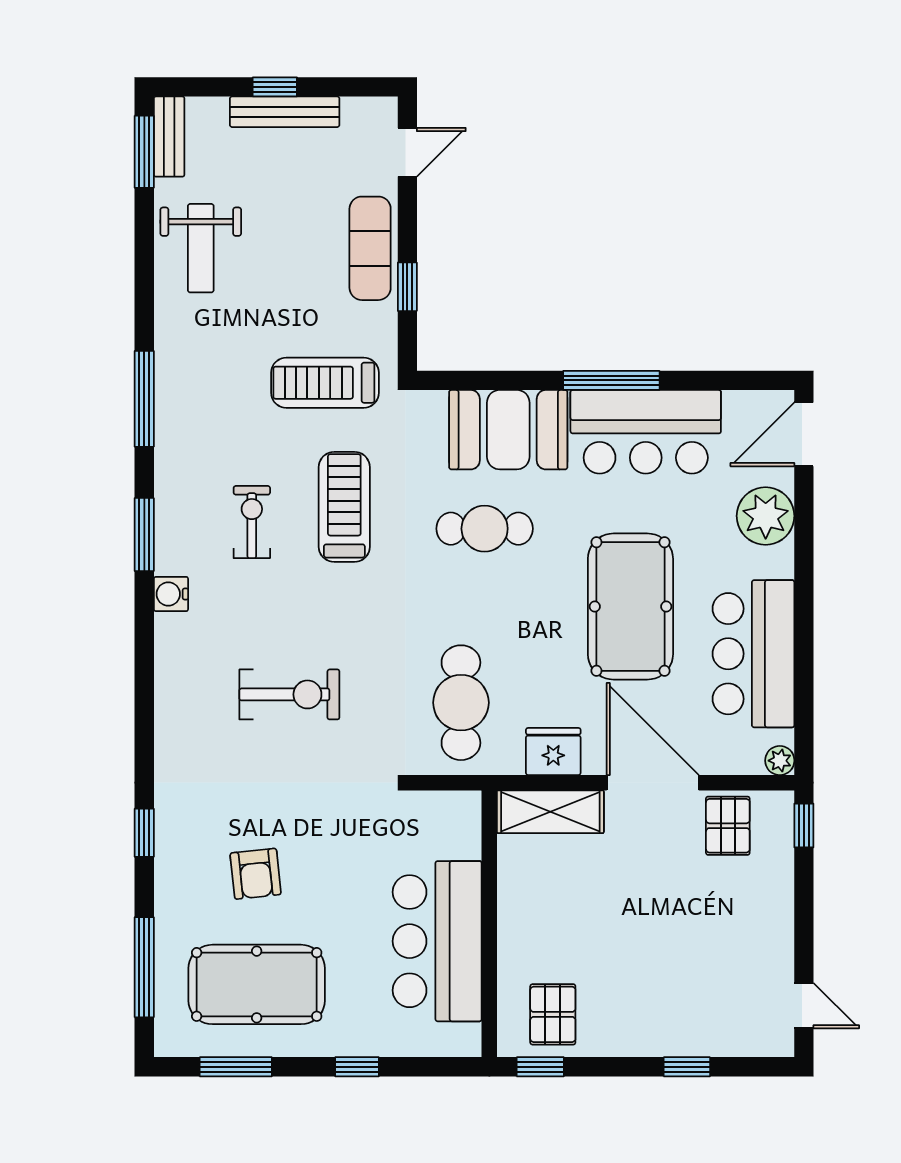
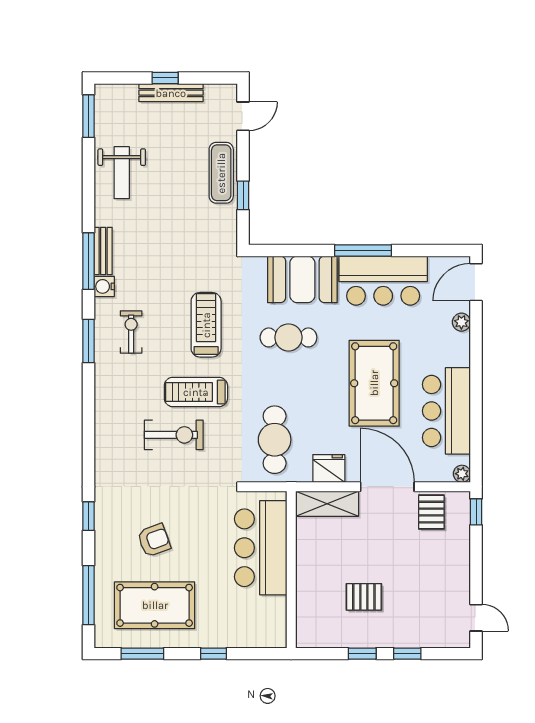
bench: (169, 137) -> (103, 251), moved
treadmill: (325, 383) -> (196, 392), moved
plant: (766, 516) -> (461, 322), width x0.53, depth x0.53
exercise bike: (252, 522) -> (131, 332), moved
water cooler: (171, 594) -> (104, 286), moved
armchair: (256, 874) -> (154, 540), turned -104
bar counter: (437, 941) -> (261, 548), moved
pallet: (553, 1014) -> (364, 597), moved, turned 90
window: (540, 1067) -> (362, 654), moved

